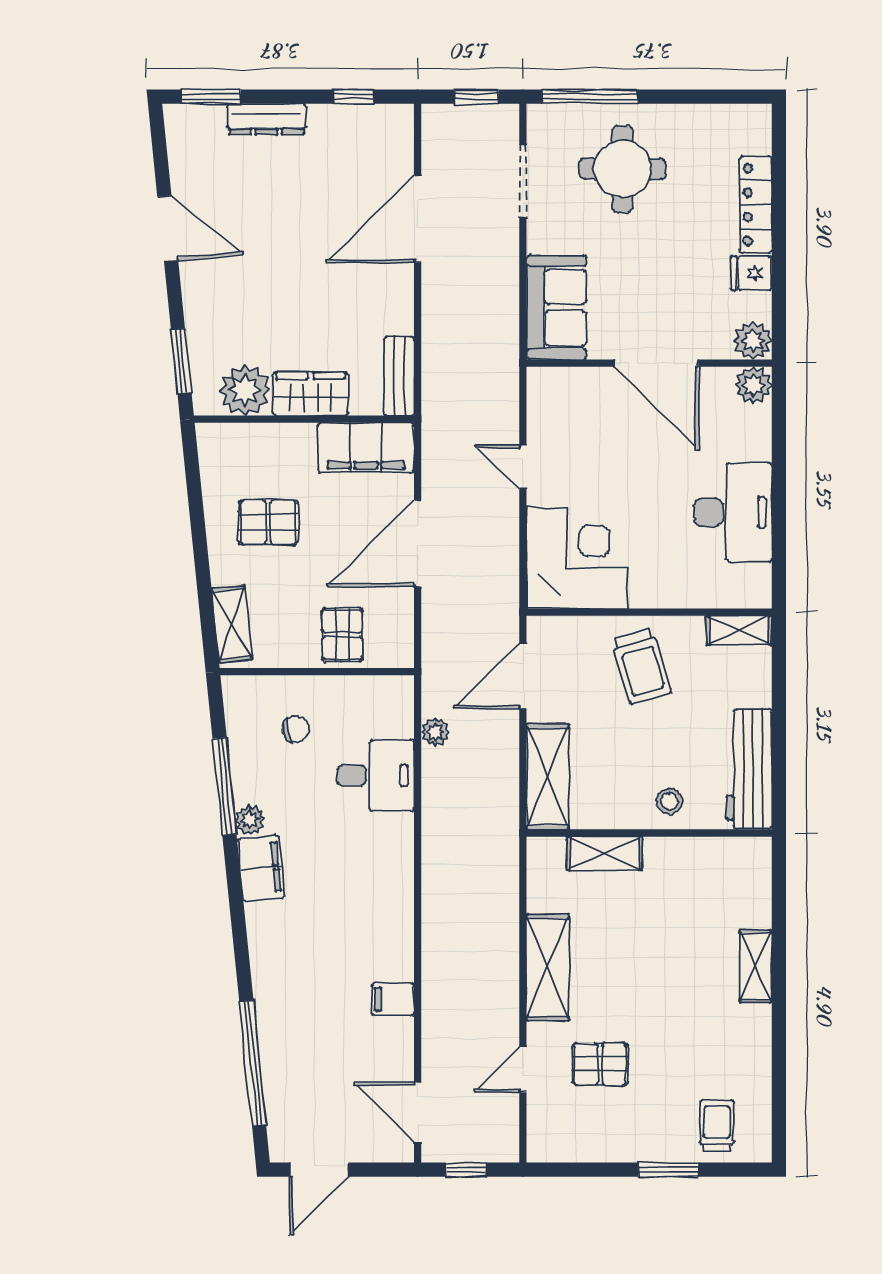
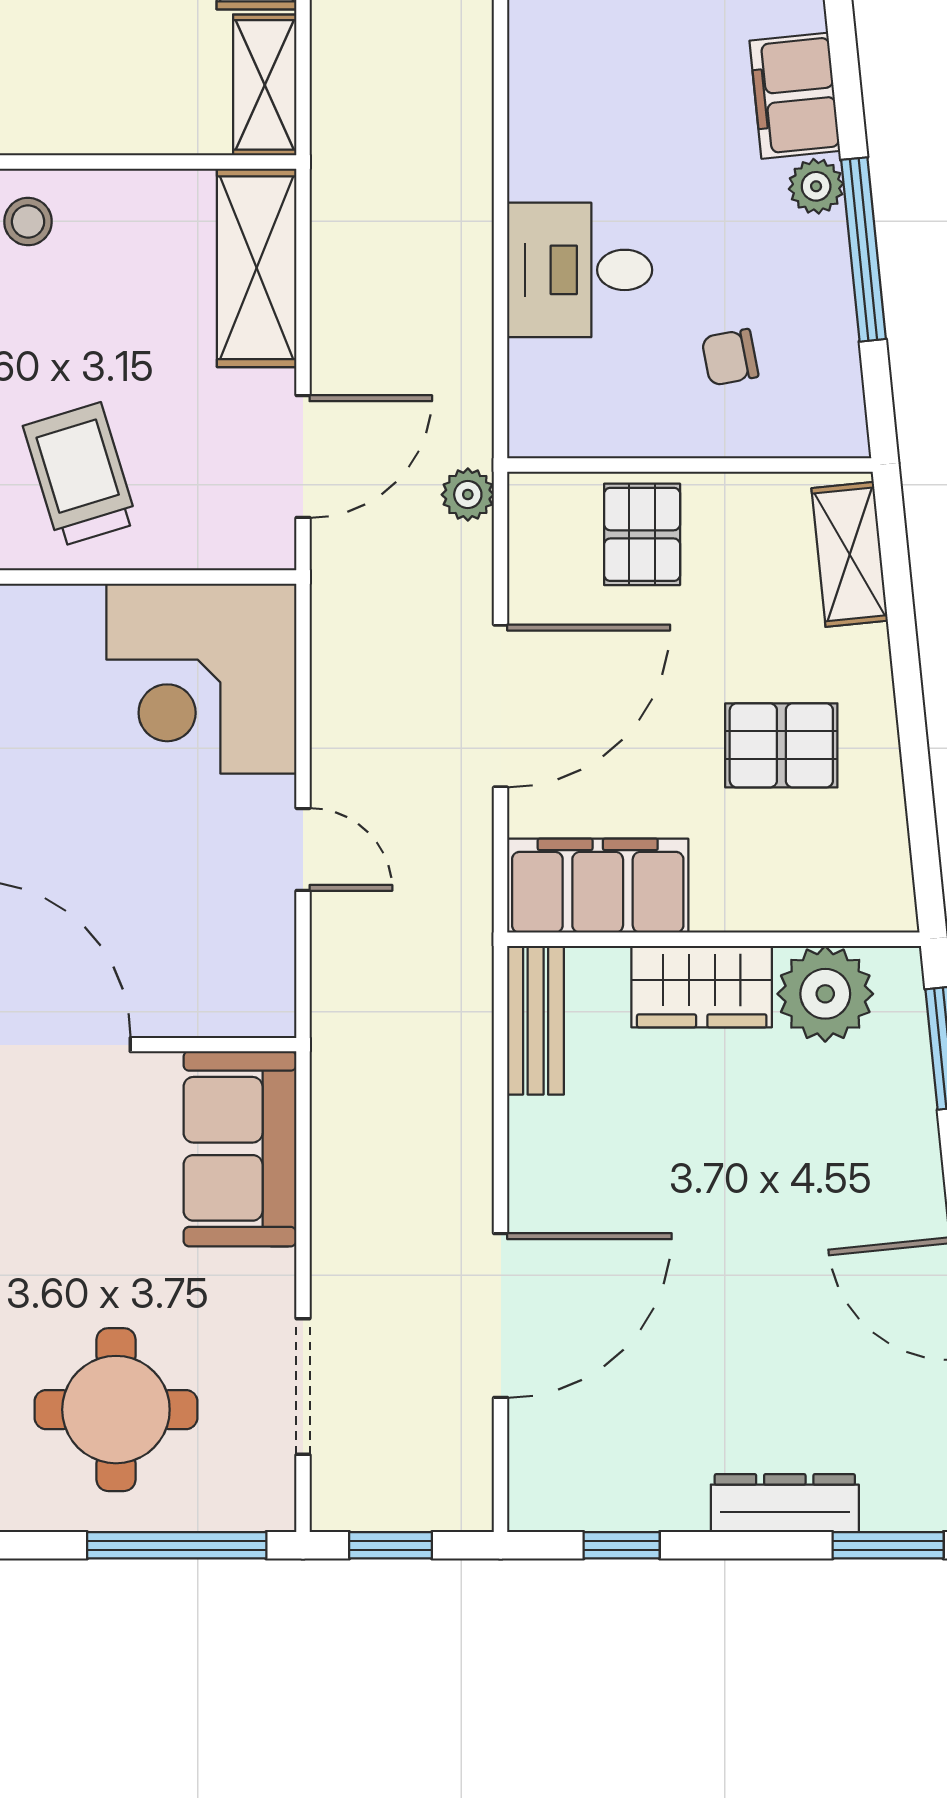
plant: (435, 732) -> (468, 495), moved
shelving: (604, 853) -> (265, 85), moved, turned 90

